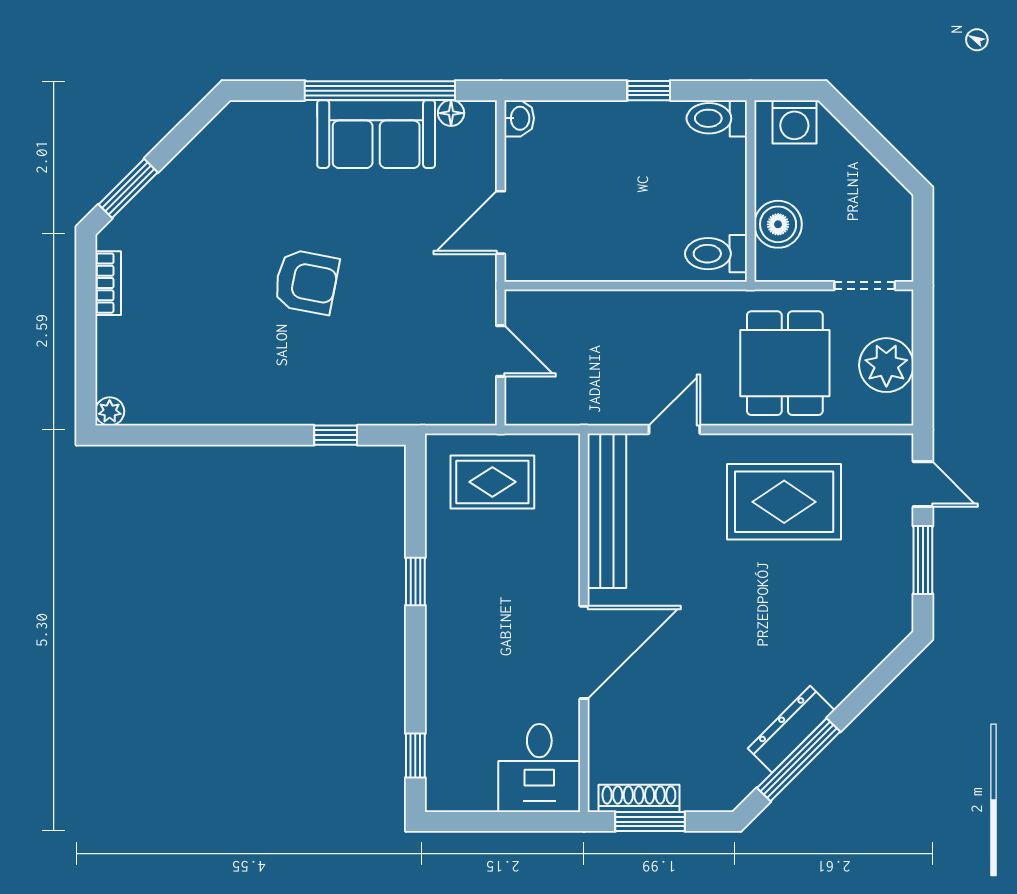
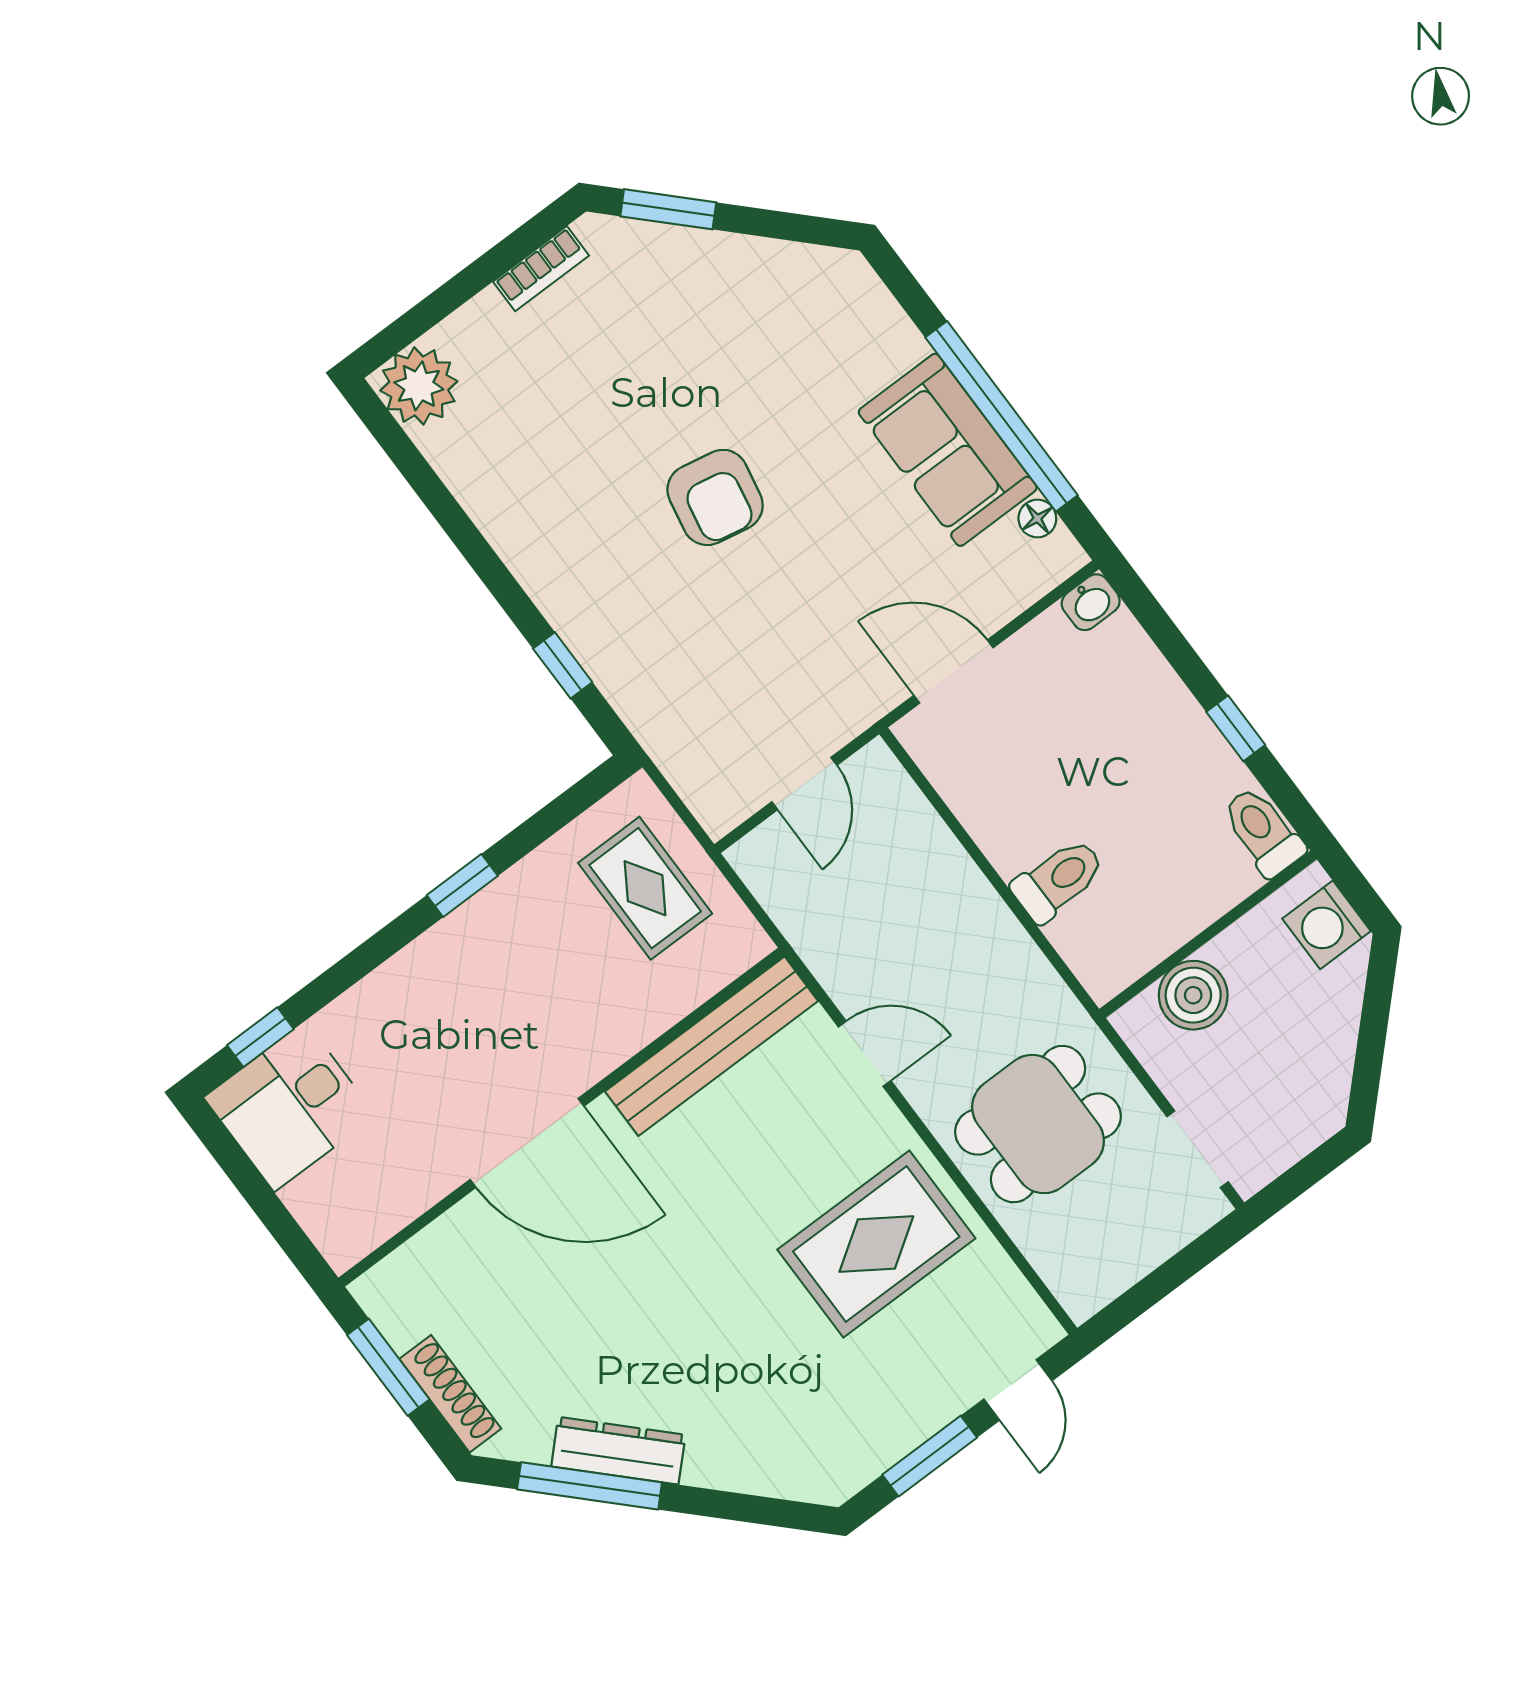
toilet: (716, 254) -> (1058, 880), moved, turned 90
plant: (886, 365) -> (1124, 1244), removed
plant: (110, 411) -> (419, 386), width x1.87, depth x1.87
rug: (784, 502) -> (876, 1244), turned 90
desk: (539, 768) -> (290, 1107), moved
shoe rack: (639, 798) -> (450, 1394), moved

